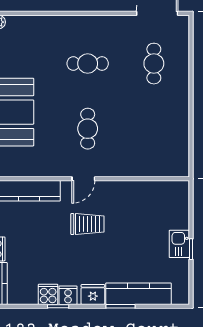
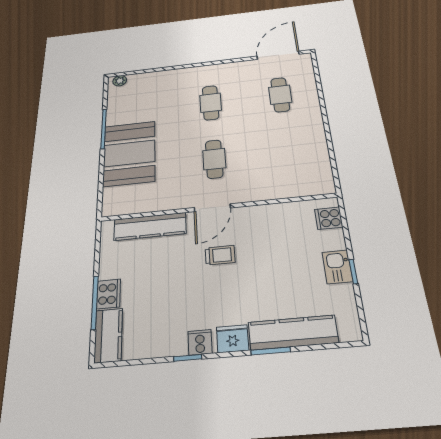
cafe table: (88, 64) -> (211, 103), turned 90
door: (83, 179) -> (212, 208), width x1.38
trolley: (87, 224) -> (220, 255), width x0.73, depth x0.72
cooker: (48, 294) -> (329, 218), moved, turned -90

